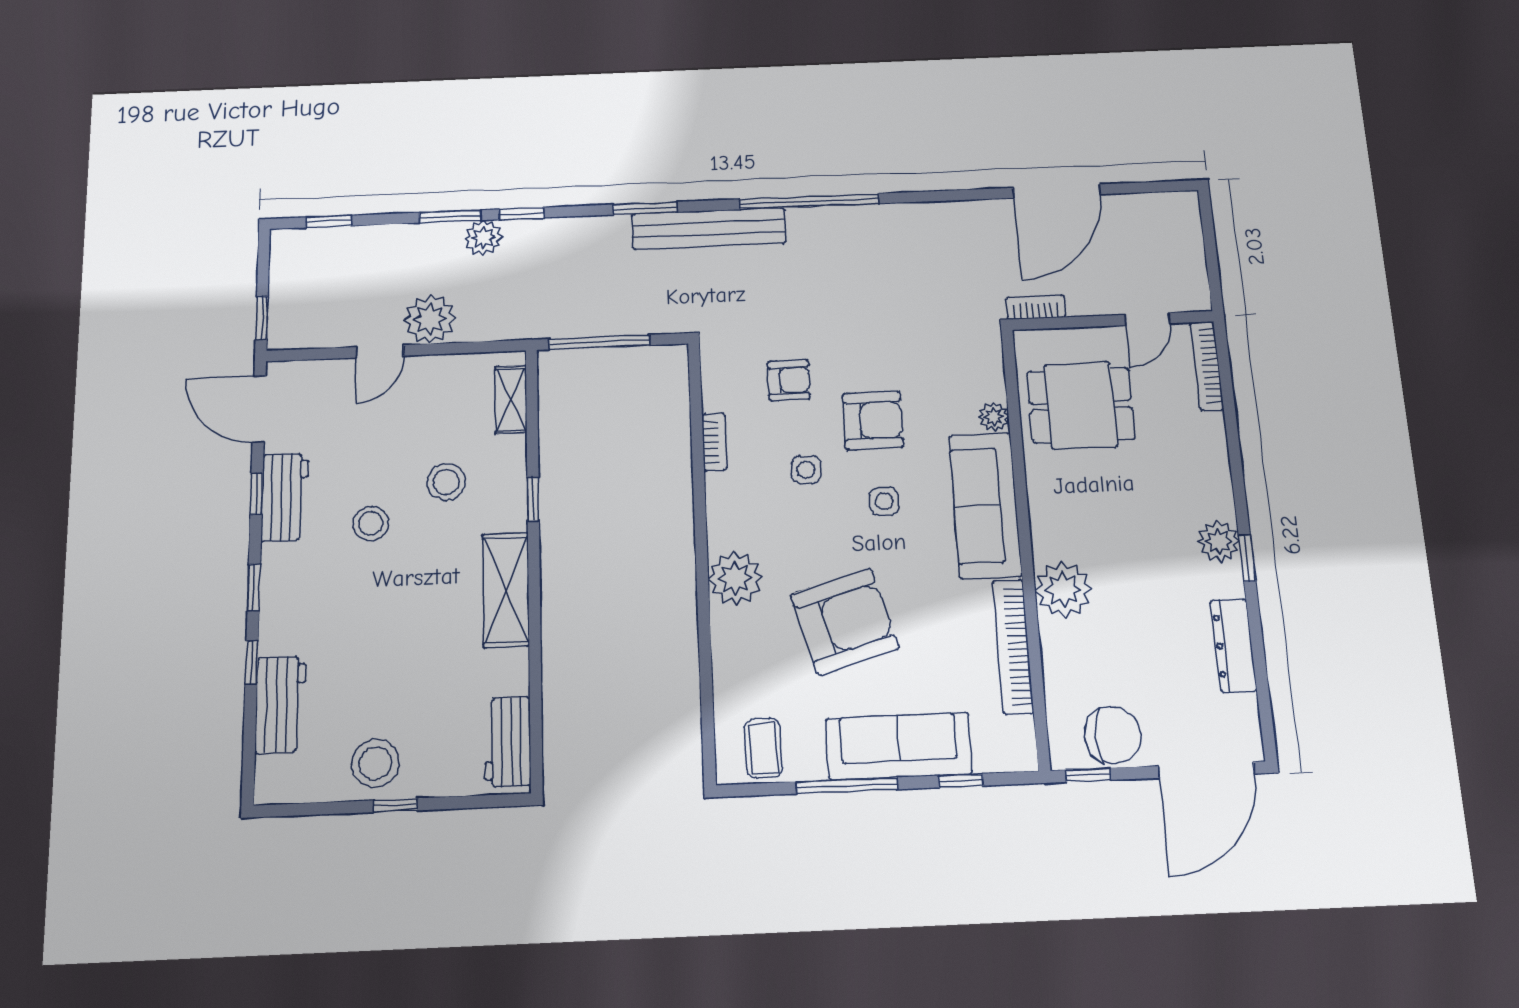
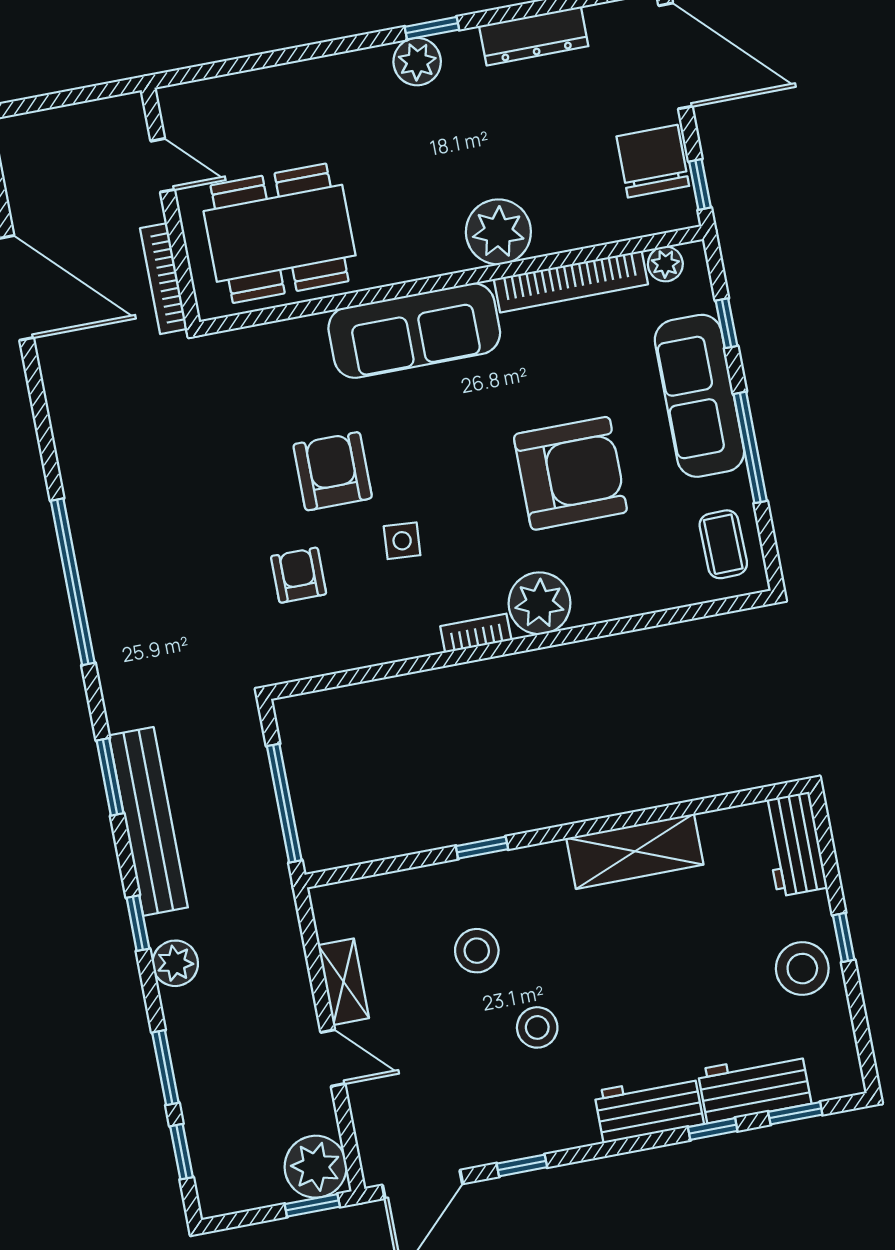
window: (450, 216) -> (165, 1068), moved
bench: (709, 228) -> (148, 821), moved
bookcase: (1036, 307) -> (164, 279), width x1.56
plant: (430, 319) -> (316, 1167), moved
bookcase: (1207, 366) -> (210, 91), removed
shelving: (511, 400) -> (343, 982), moved, turned 90
dining table: (1081, 405) -> (280, 233), width x1.37
plant: (994, 417) -> (665, 264), moved
bookcase: (714, 442) -> (476, 633), moved
workbench: (285, 497) -> (649, 1108), moved
side table: (884, 501) -> (426, 446), removed
window: (254, 587) -> (795, 1113), moved
shelving: (506, 590) -> (635, 851), moved
armchair: (845, 622) -> (570, 473), turned 106
workbench: (508, 742) -> (794, 844), moved, turned 90
coffee table: (763, 748) -> (723, 544), turned 90

